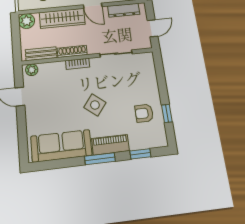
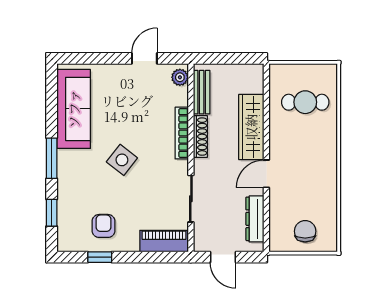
plant: (27, 21) -> (252, 75), removed
bookcase: (78, 64) -> (182, 133), width x1.56
piano: (110, 145) -> (164, 241), moved, turned -90

